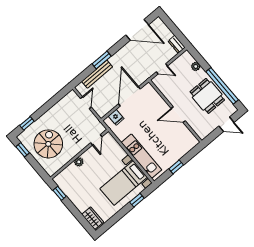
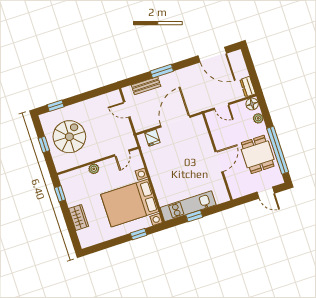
floor lamp: (186, 57) -> (252, 104), added
bench: (97, 74) -> (146, 86), width x0.73
door: (86, 103) -> (127, 109), swing flipped
door: (178, 115) -> (219, 162), swing flipped
window: (23, 150) -> (44, 145), moved
kitchen unit: (141, 156) -> (188, 206), moved, turned -90
bed with nightstands: (124, 183) -> (130, 203), width x1.36
wardrobe: (93, 218) -> (79, 217), moved

